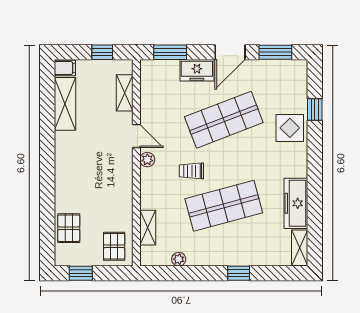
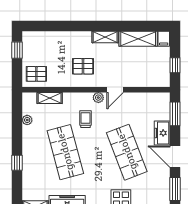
shelving: (125, 93) -> (105, 37), moved
trolley: (191, 171) -> (86, 119), moved
pallet: (69, 228) -> (83, 66), moved

